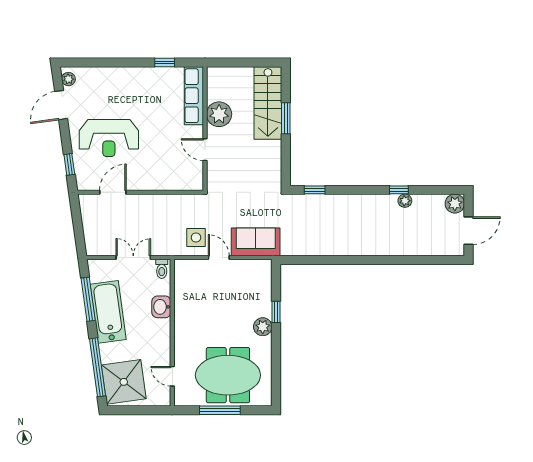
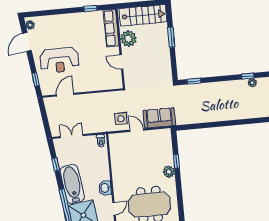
stairs: (268, 103) -> (143, 15), moved, turned -90
double door: (133, 258) -> (72, 136), moved
window: (88, 299) -> (56, 164), width x0.46
washbasin: (161, 307) -> (105, 188), moved
bathtub: (108, 312) -> (72, 184), moved
door: (172, 376) -> (114, 209), swing flipped

